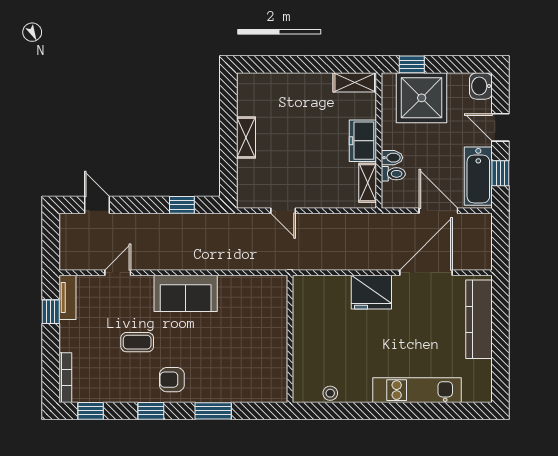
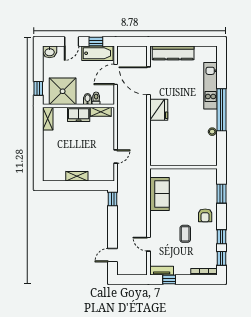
shower: (422, 98) -> (63, 91), moved
window: (182, 205) -> (113, 199), moved
sofa: (186, 293) -> (159, 194), moved
wall: (290, 339) -> (183, 167), moved
window: (151, 411) -> (222, 237), moved
window: (371, 411) -> (222, 110), added

